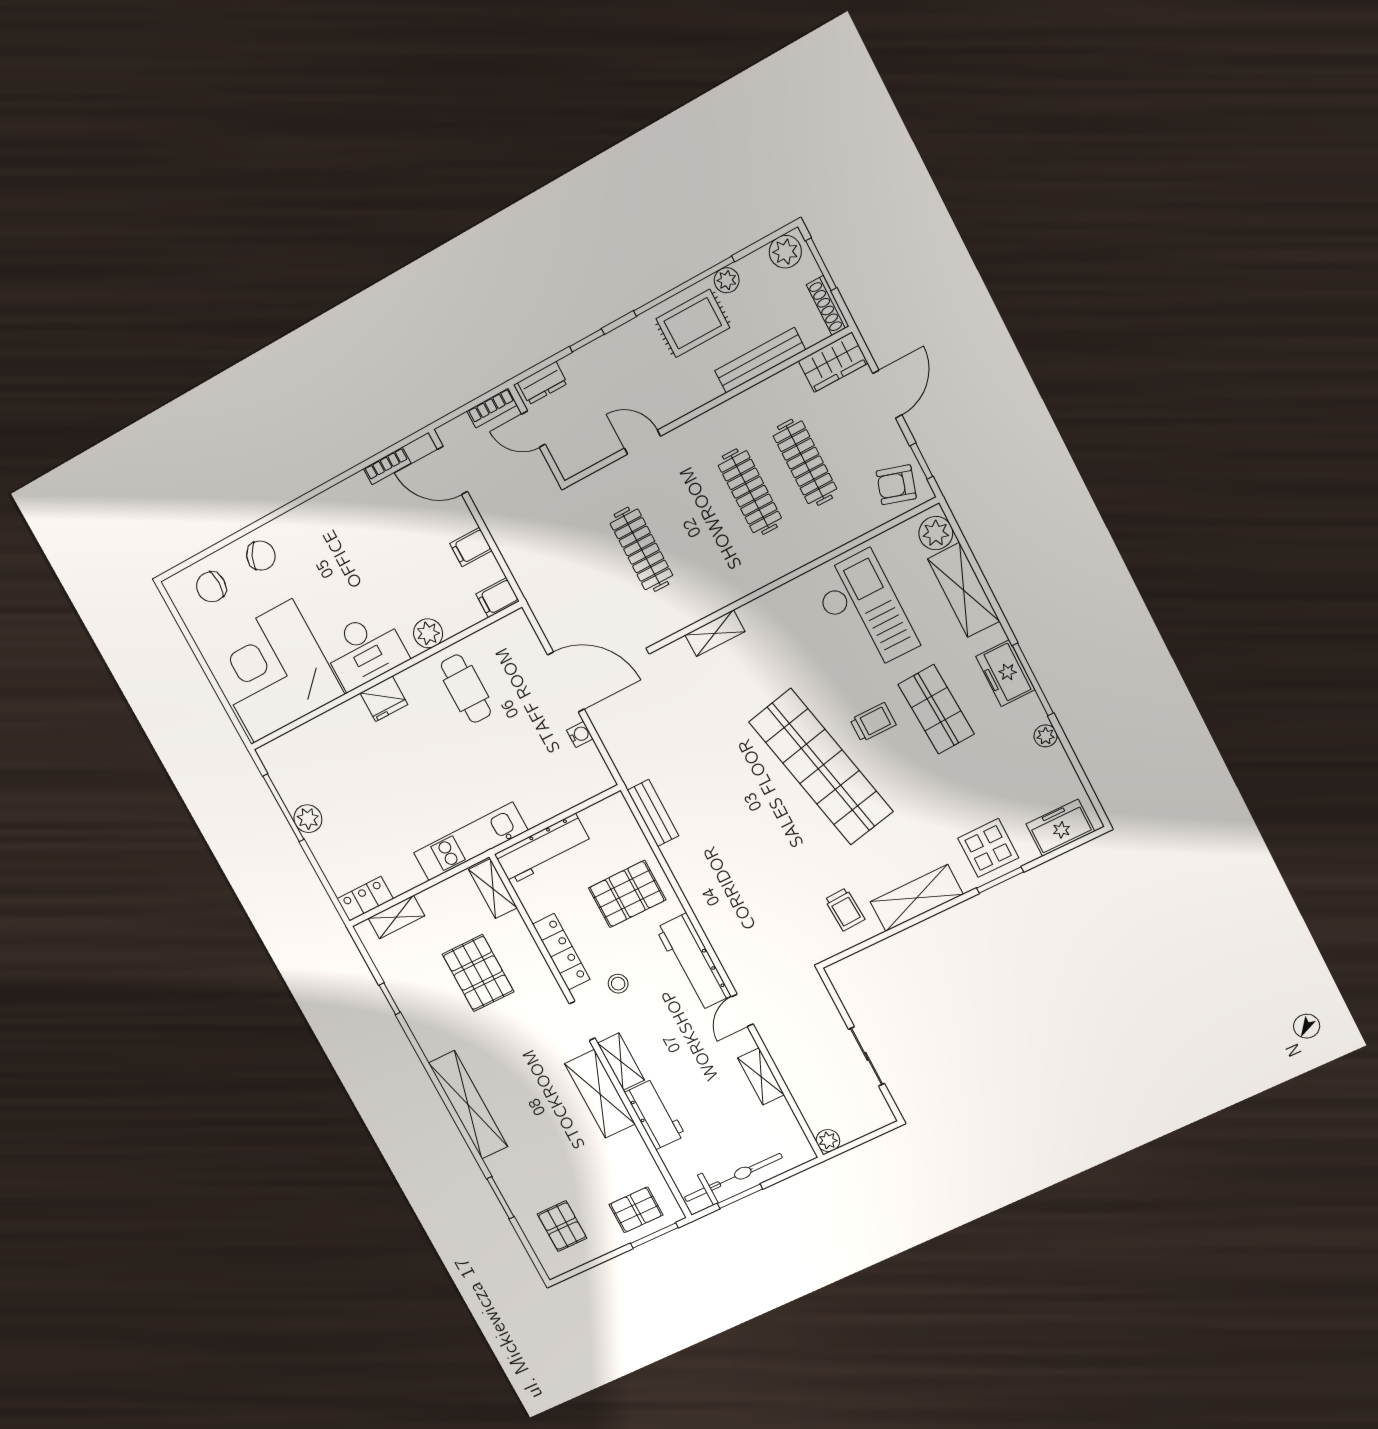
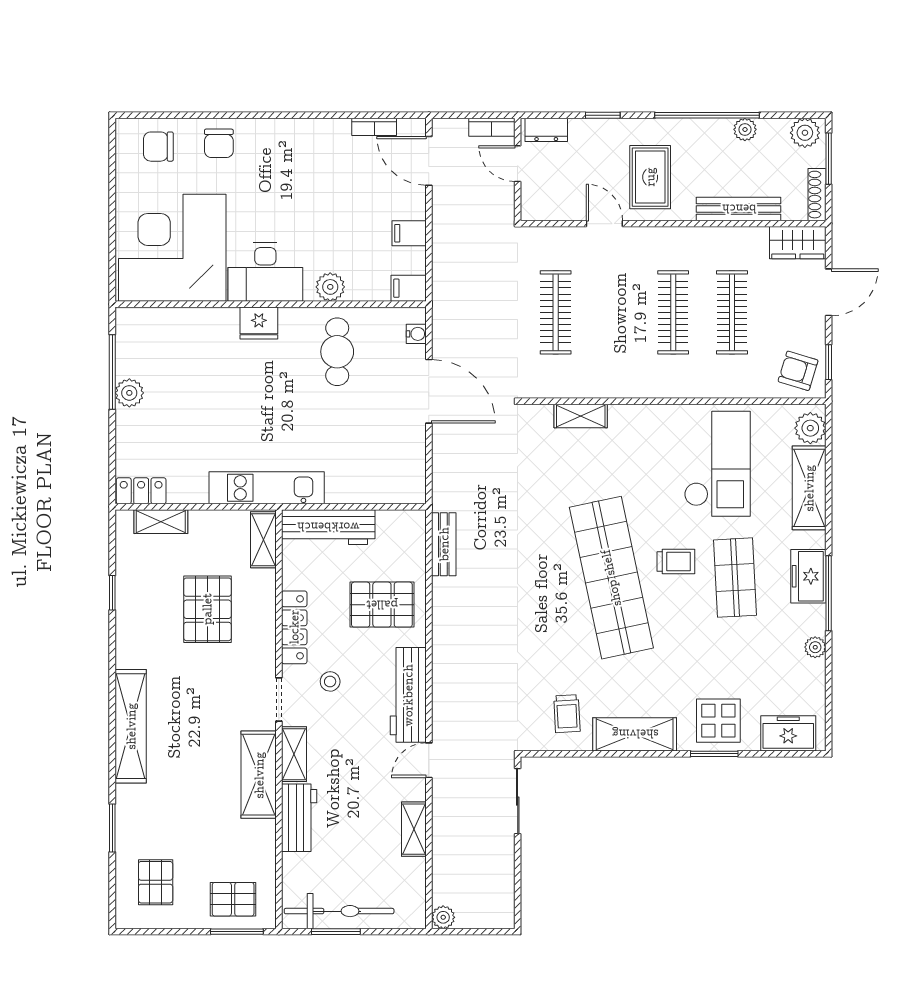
rug: (693, 323) -> (650, 177), moved, turned 90
chair: (261, 556) -> (219, 143), turned 64
water cooler: (580, 734) -> (416, 334), moved
sliding door: (867, 1056) -> (518, 801), moved

